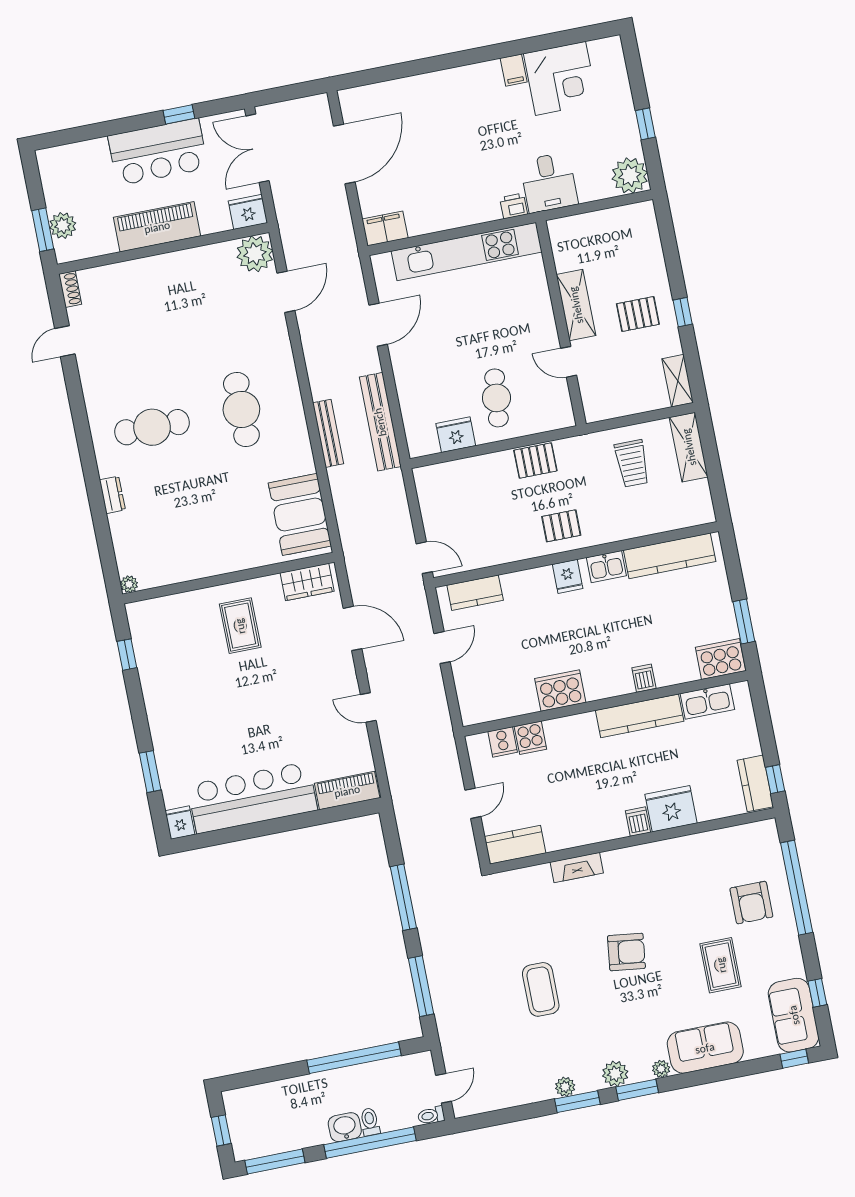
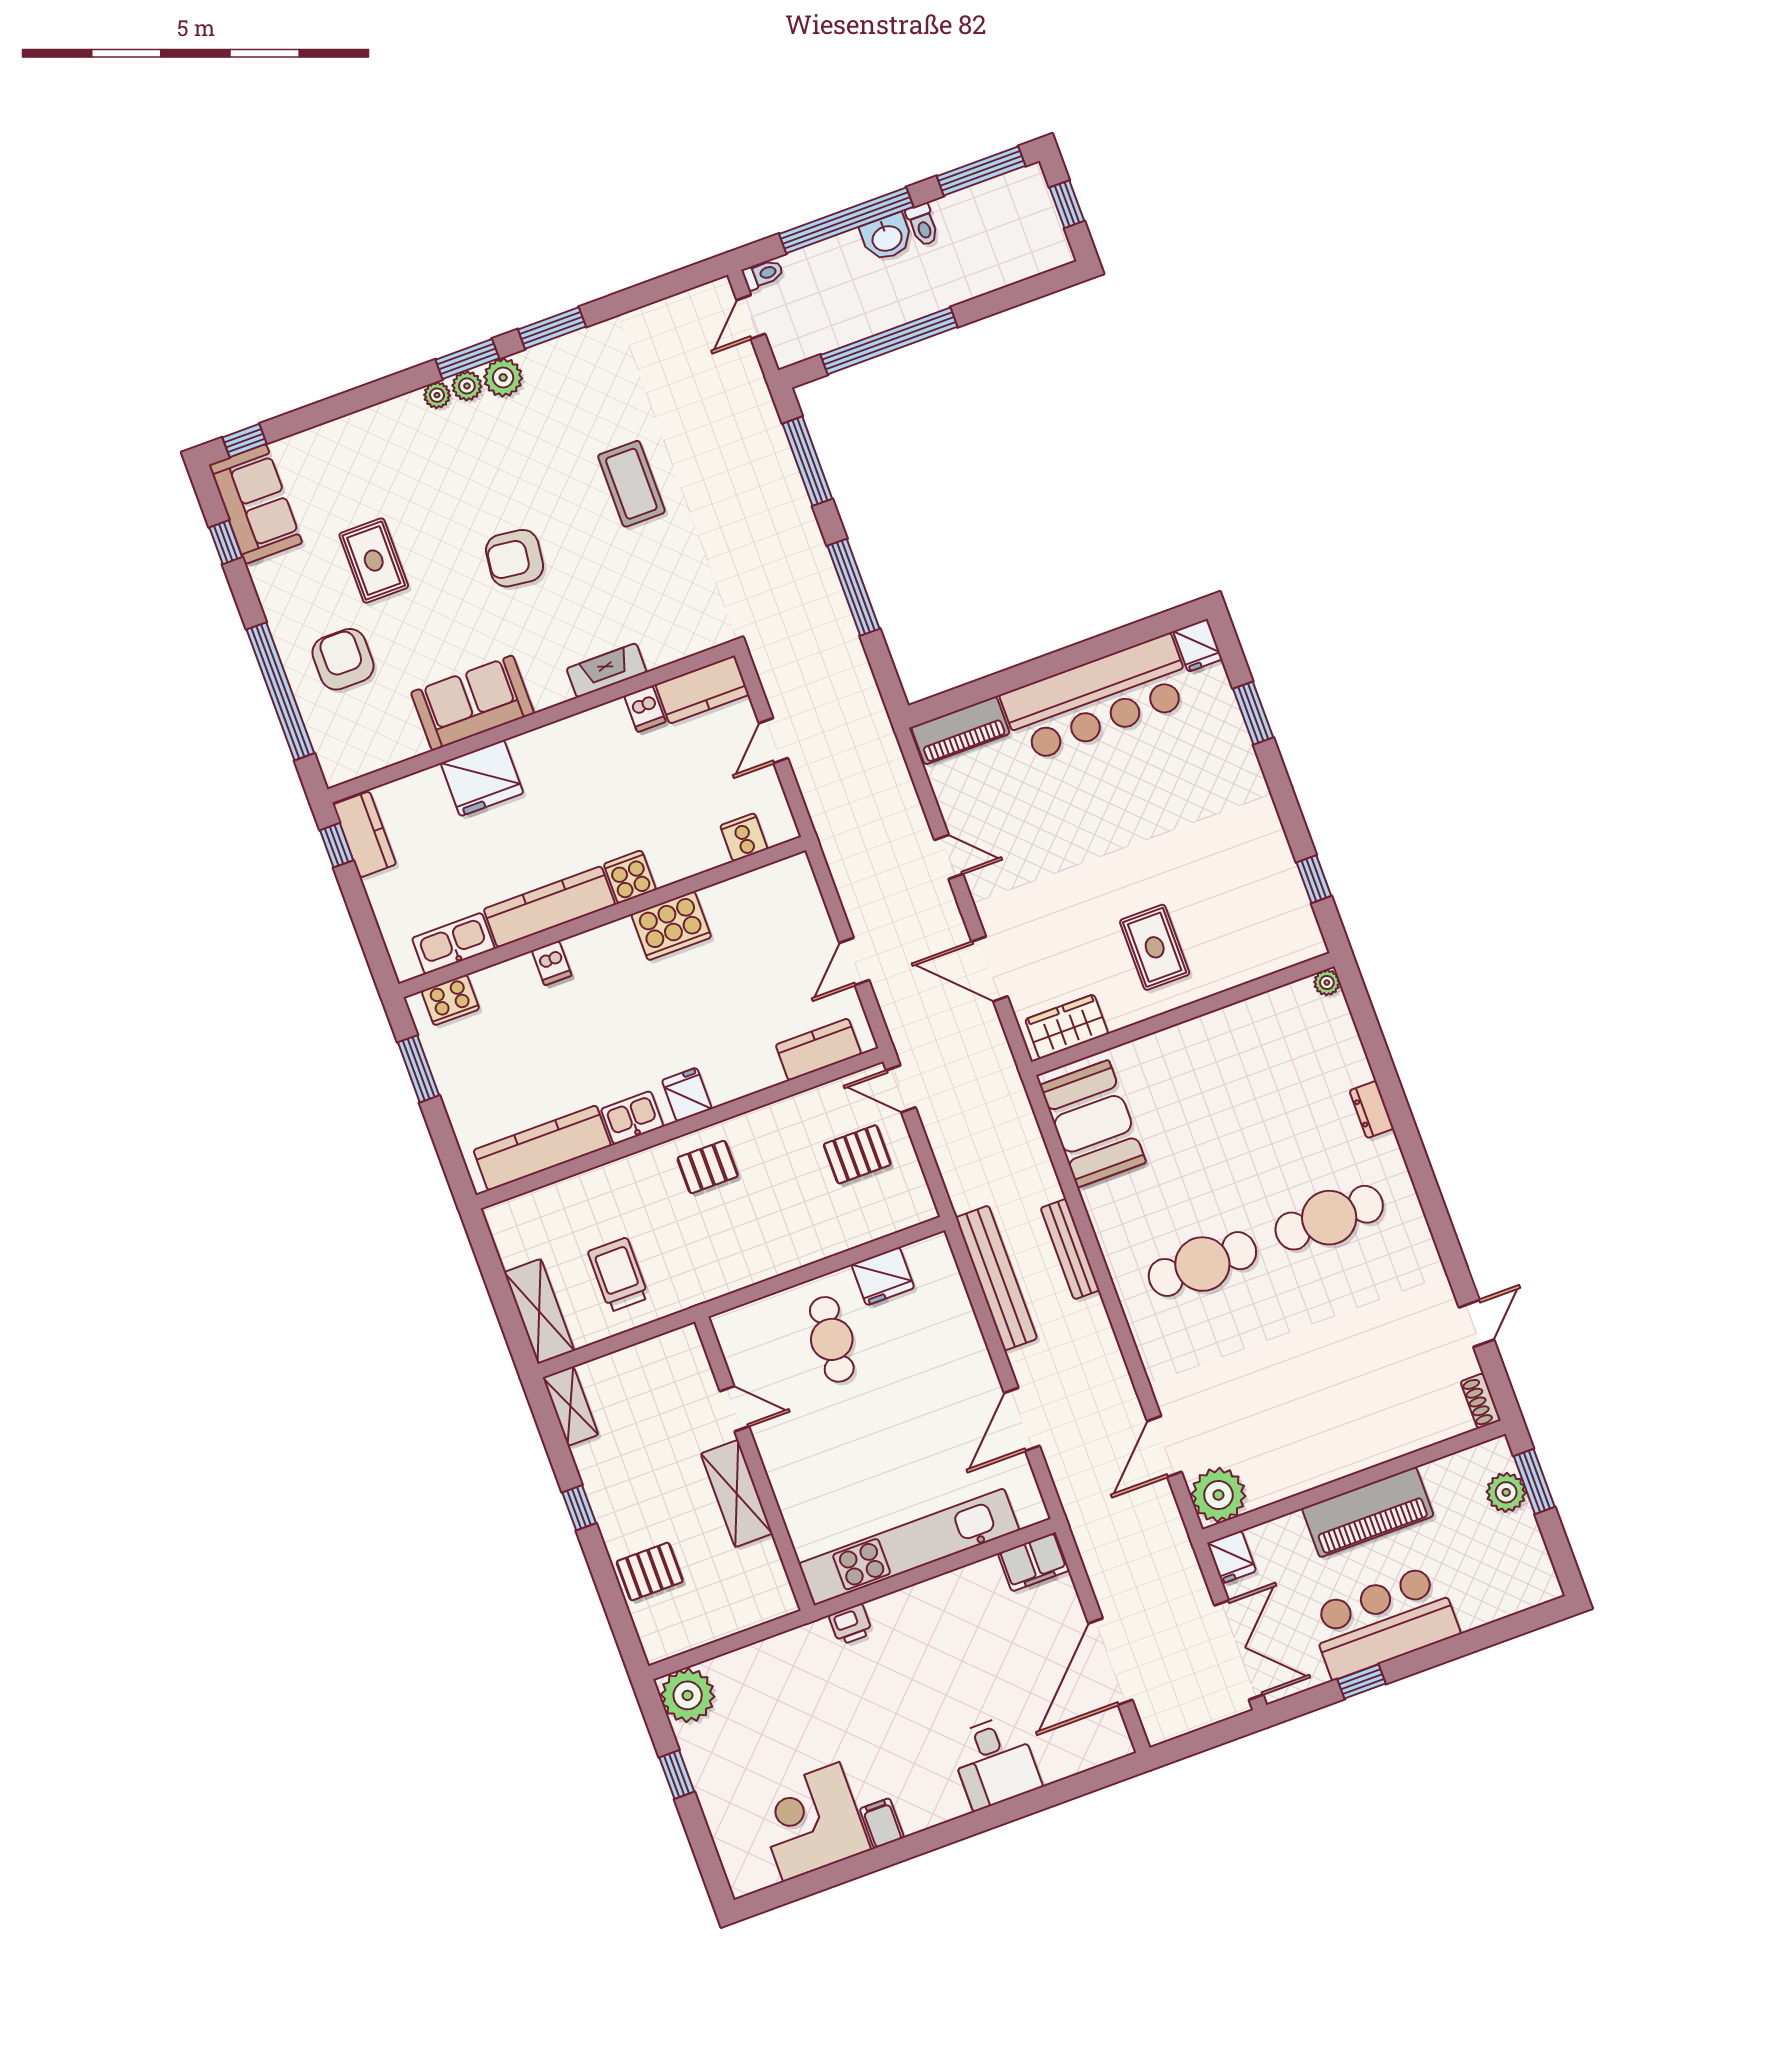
desk: (549, 183) -> (995, 1762), moved, turned 180
fridge: (248, 212) -> (1232, 1557), width x0.72
pallet: (638, 314) -> (650, 1572), moved
cafe table: (241, 409) -> (1202, 1264), turned 90
pallet: (535, 461) -> (857, 1154), moved
cooker: (721, 659) -> (450, 1000), width x0.73, depth x0.76
cooker: (530, 738) -> (630, 877), moved
dishwasher: (638, 822) -> (645, 709), moved
sofa: (705, 1048) -> (472, 703), moved, turned 180
plant: (565, 1087) -> (467, 386), moved
toilet: (370, 1122) -> (923, 225), moved

